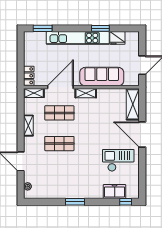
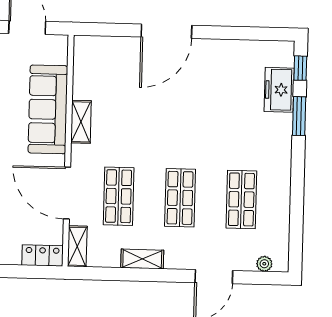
shelving: (86, 93) -> (81, 122), moved
shelving: (133, 104) -> (105, 49), removed
checkout: (118, 160) -> (217, 81), removed
shop shelf: (59, 174) -> (241, 199), added
window: (75, 202) -> (299, 116), moved

